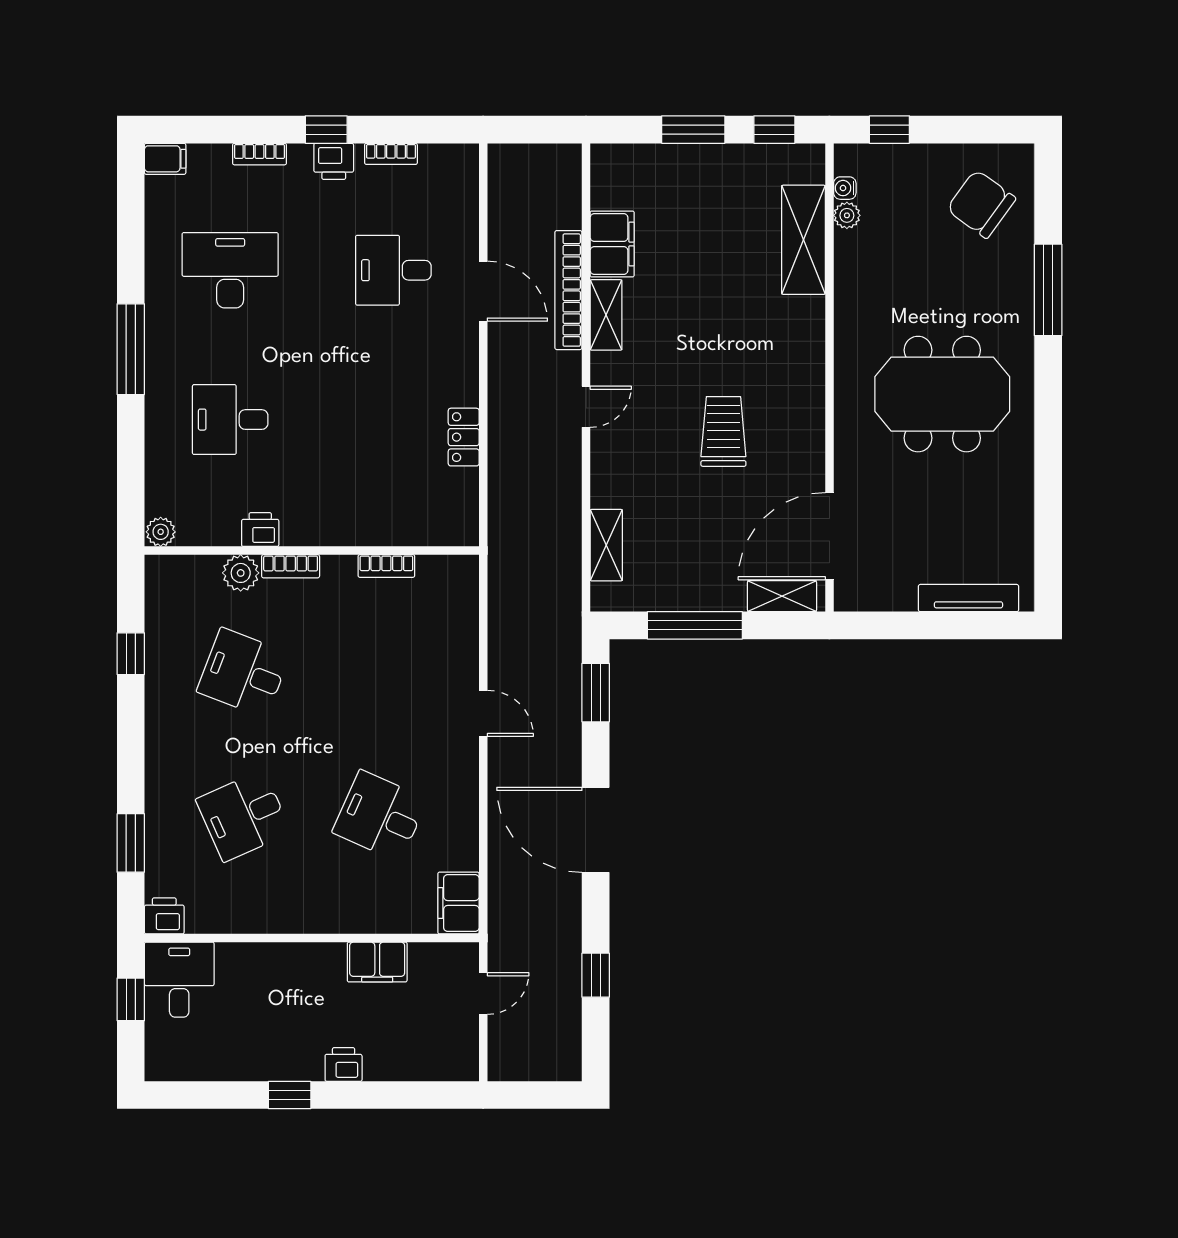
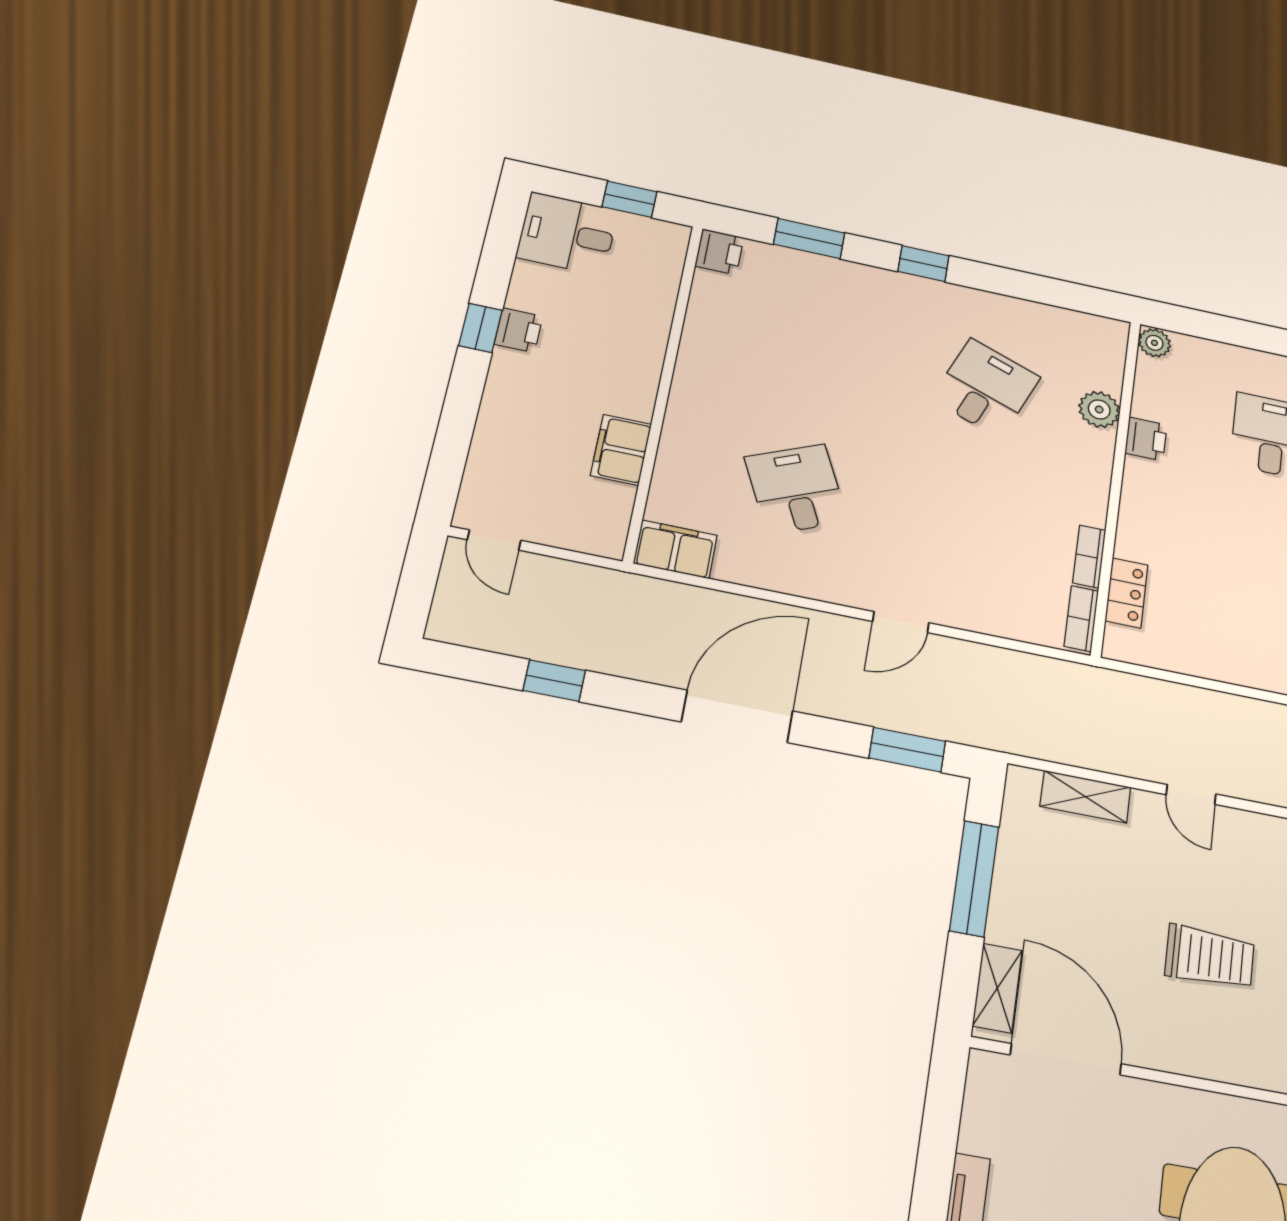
door: (586, 407) -> (1191, 794), moved
locker: (464, 437) -> (1126, 593), moved, turned 90
bookcase: (291, 566) -> (1081, 619), moved
window: (131, 654) -> (923, 264), moved
desk: (244, 816) -> (821, 353), removed
desk: (380, 816) -> (796, 489), turned -48
desk: (179, 980) -> (567, 234), moved, turned 180
door: (483, 994) -> (494, 540), moved
printer: (344, 1064) -> (519, 330), moved

